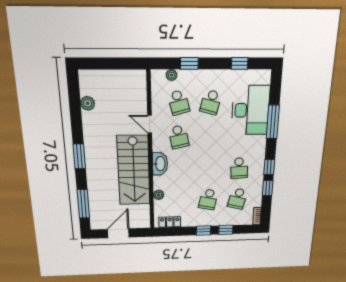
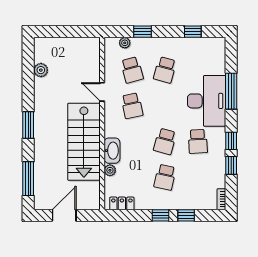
desk: (250, 110) -> (207, 101), moved
washbasin: (160, 164) -> (112, 151), moved
school desk: (238, 199) -> (165, 141), moved

